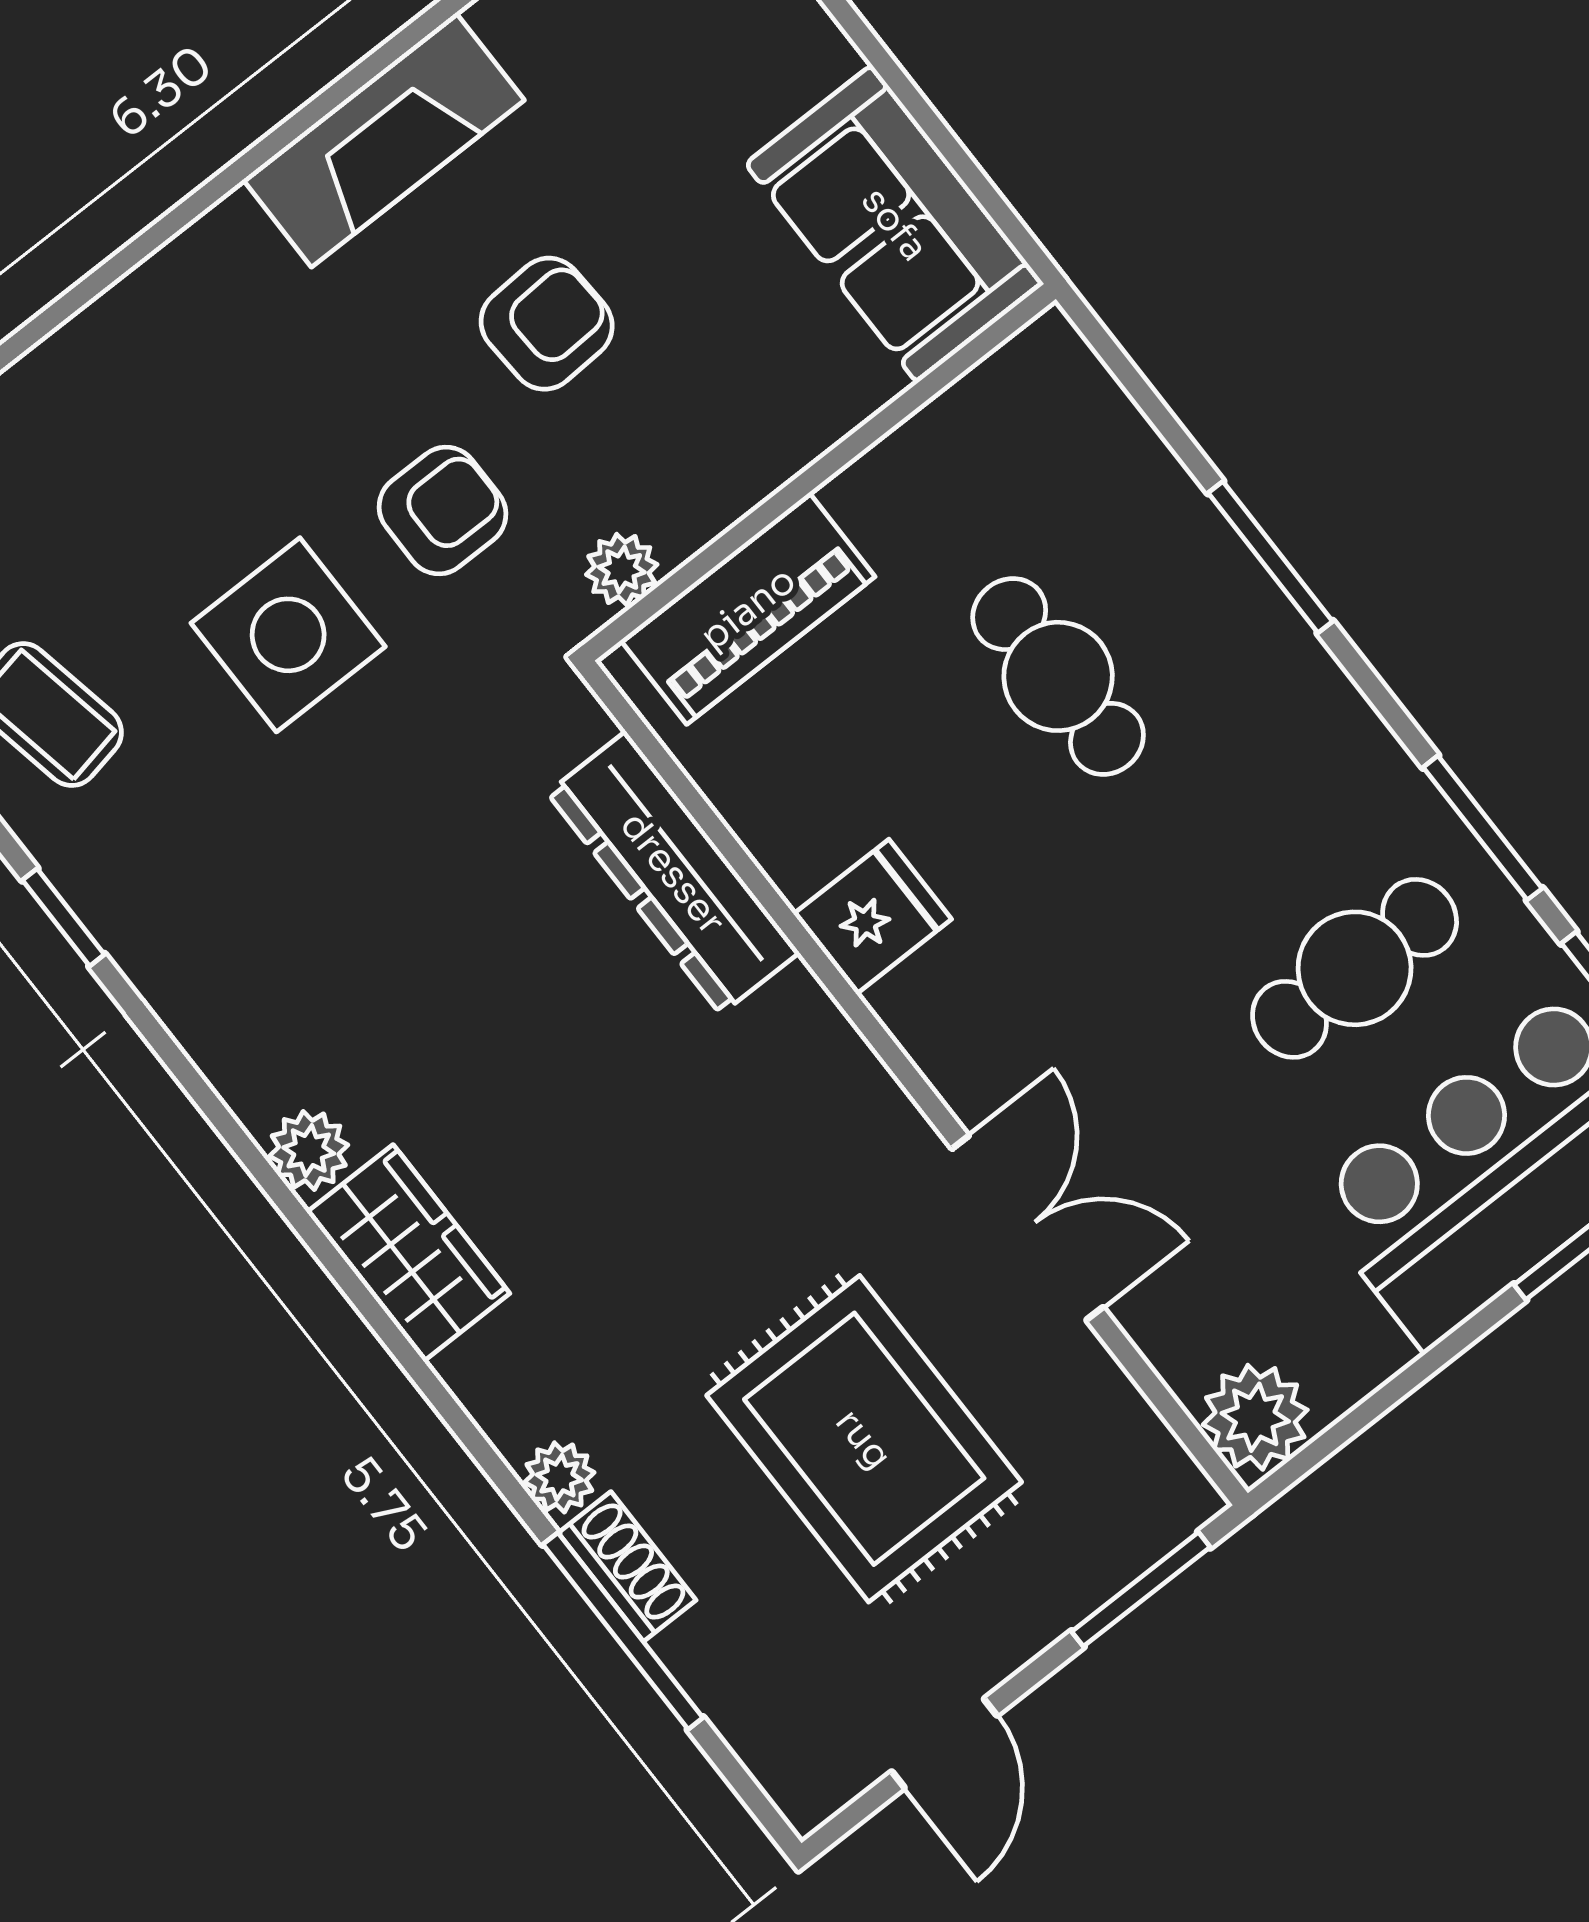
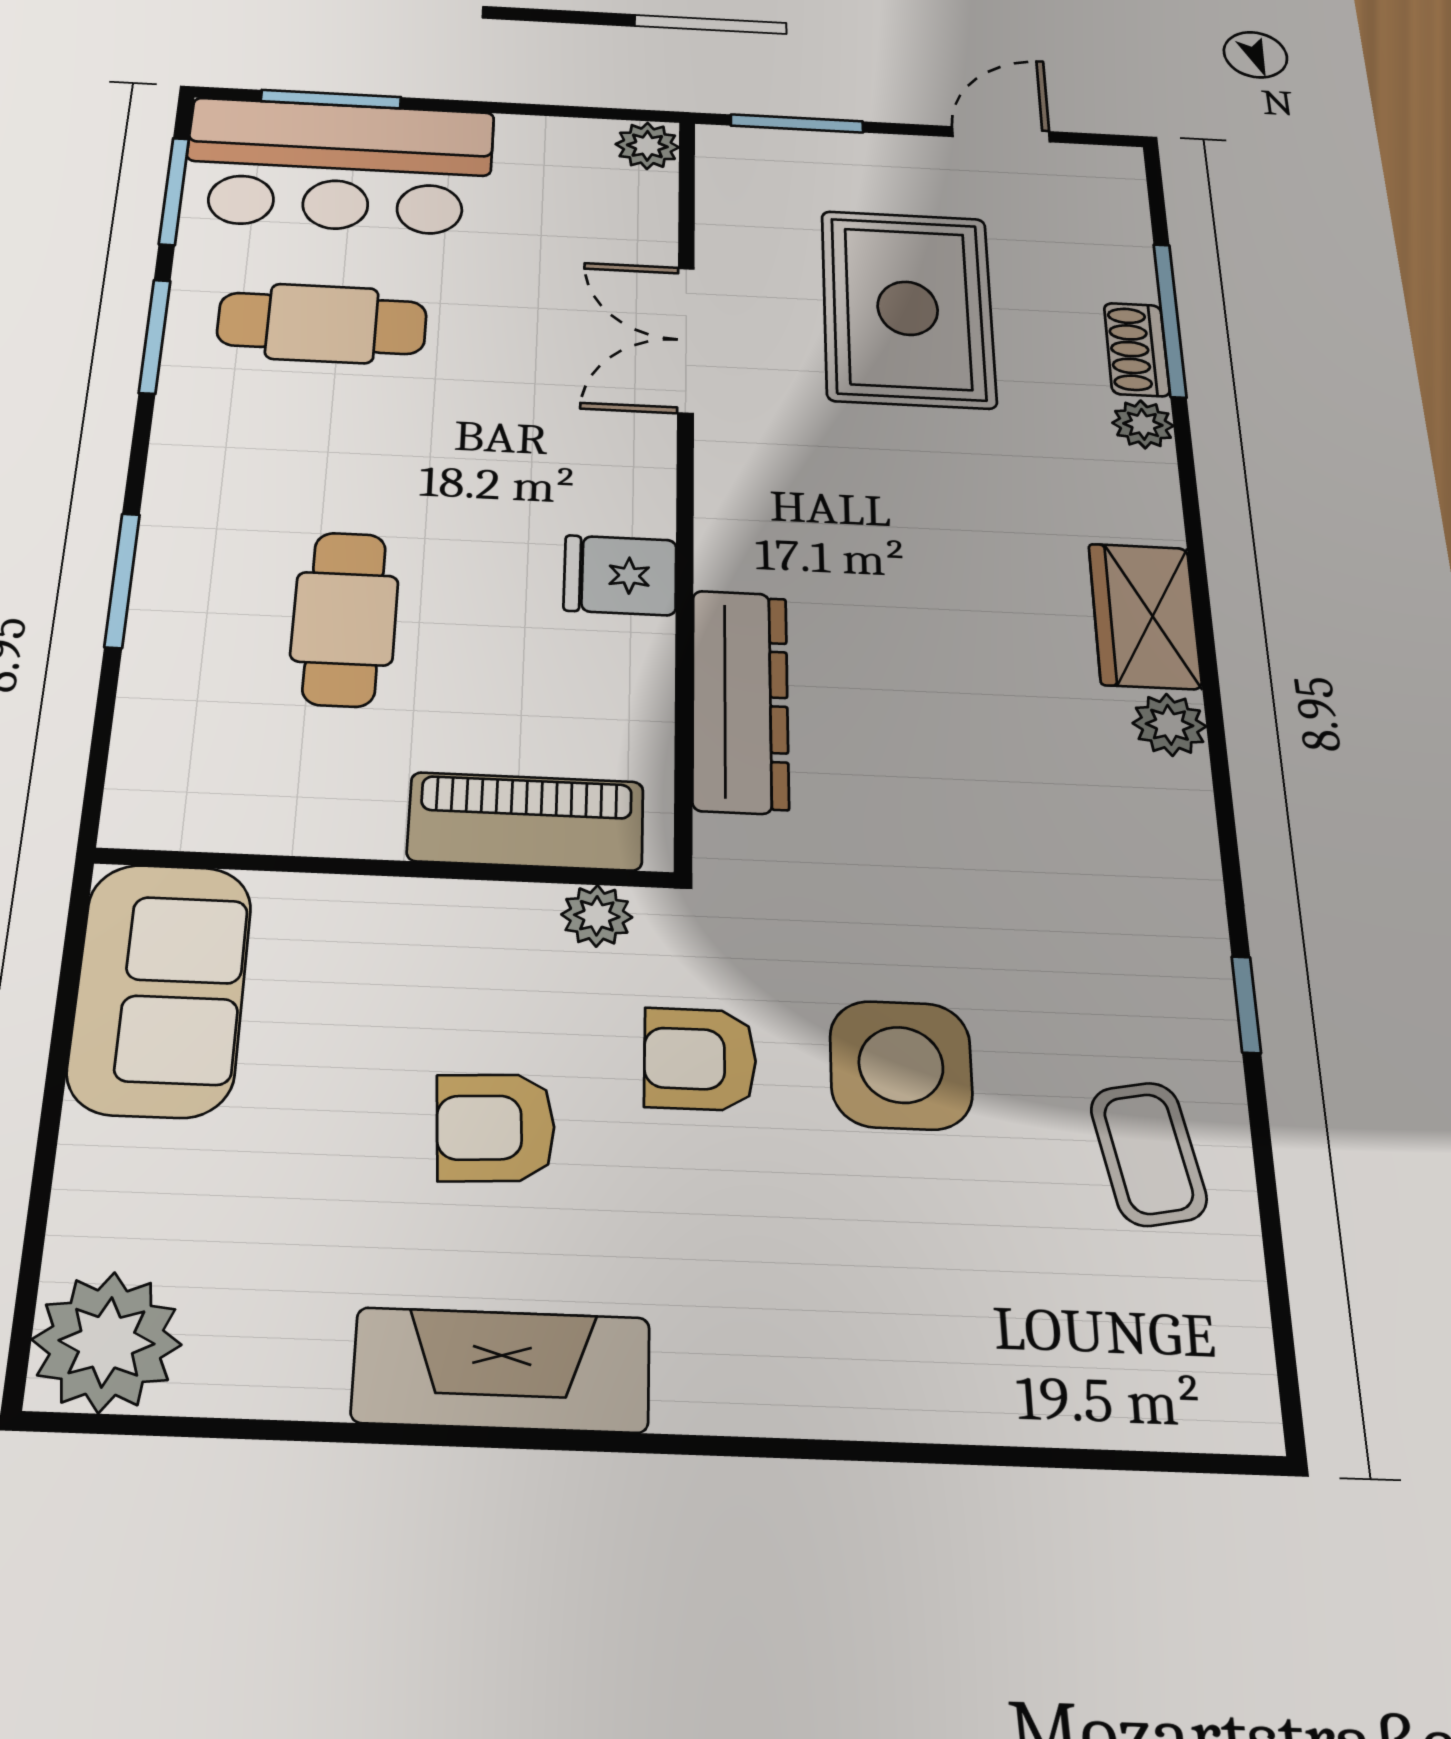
plant: (1255, 1417) -> (647, 146), width x0.73, depth x0.73

